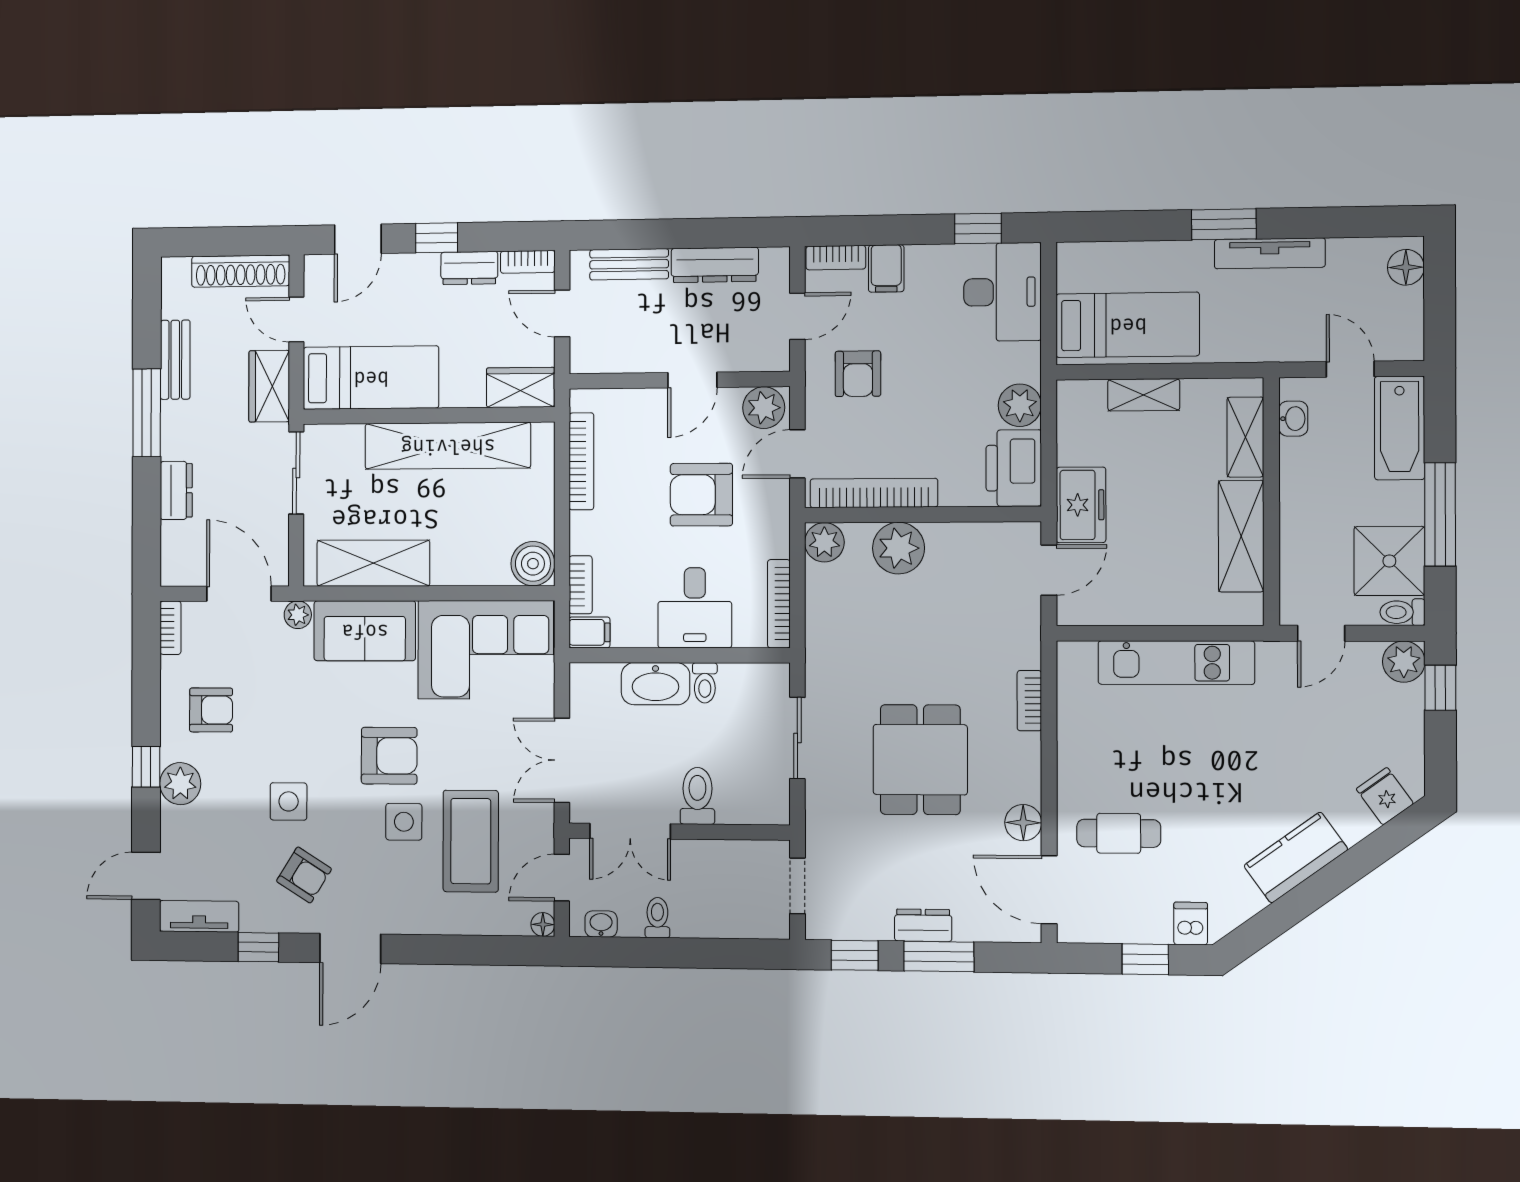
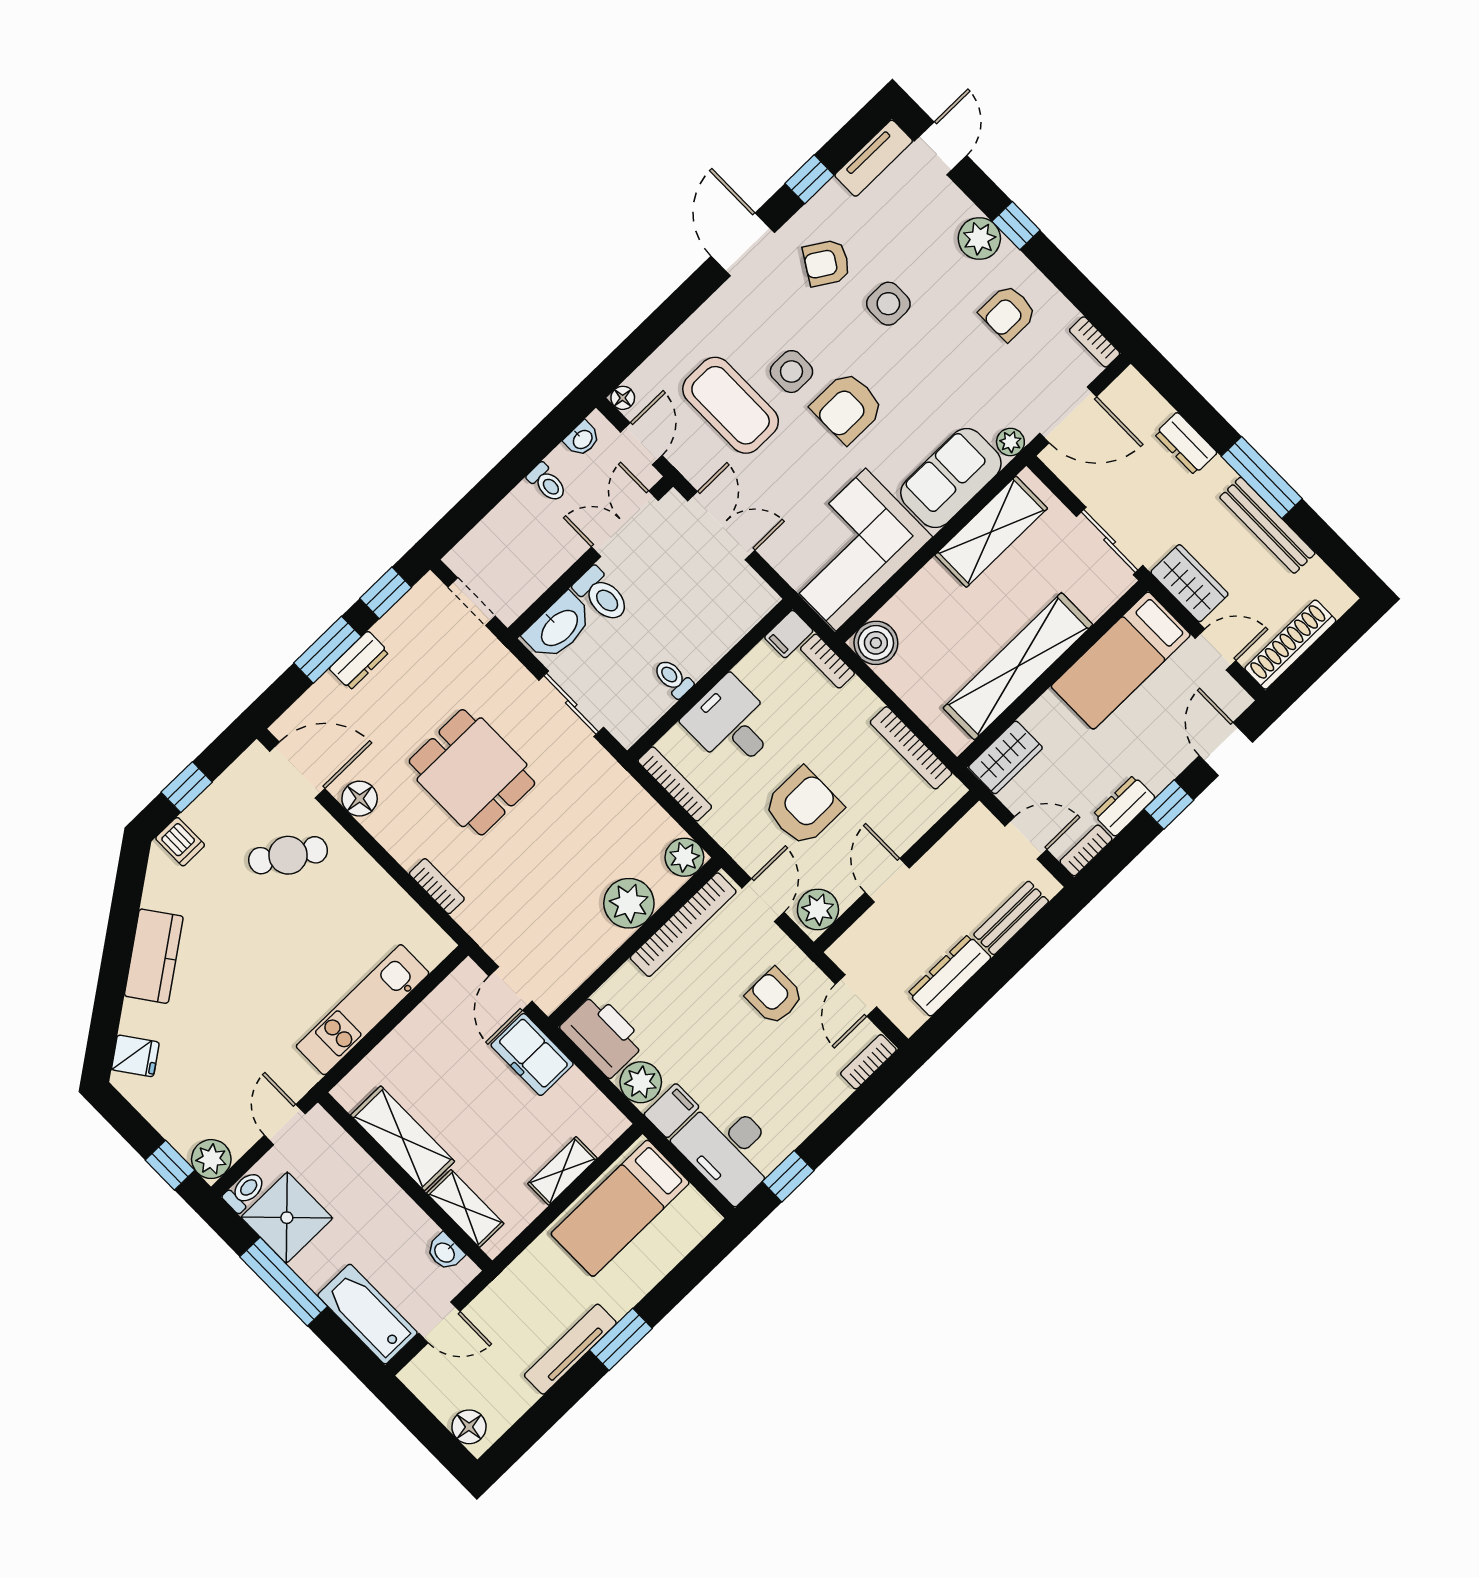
filing cabinet: (886, 268) -> (671, 1111), moved, turned 90
bench: (175, 360) -> (1267, 525), width x1.36
washbasin: (655, 684) -> (559, 627), moved, turned 180
cafe table: (1119, 833) -> (288, 855), turned 33

